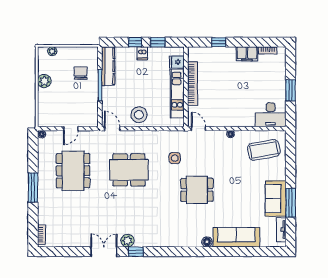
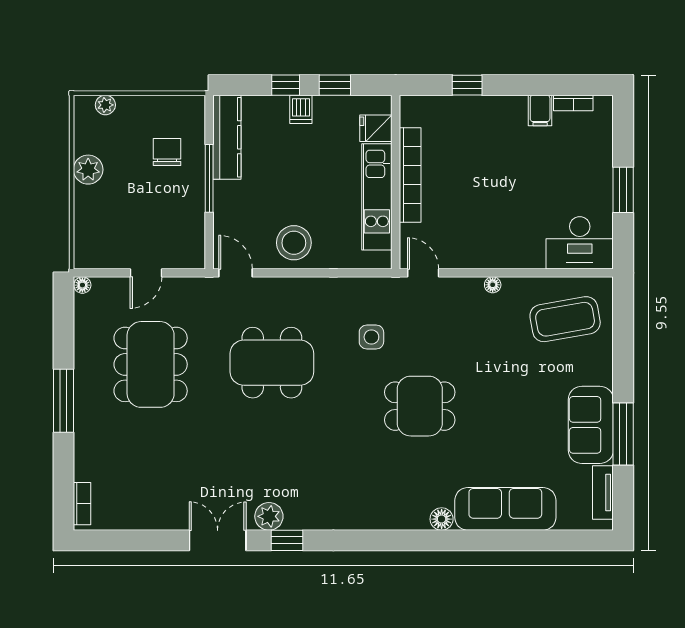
filing cabinet: (247, 54) -> (540, 111), width x0.50

